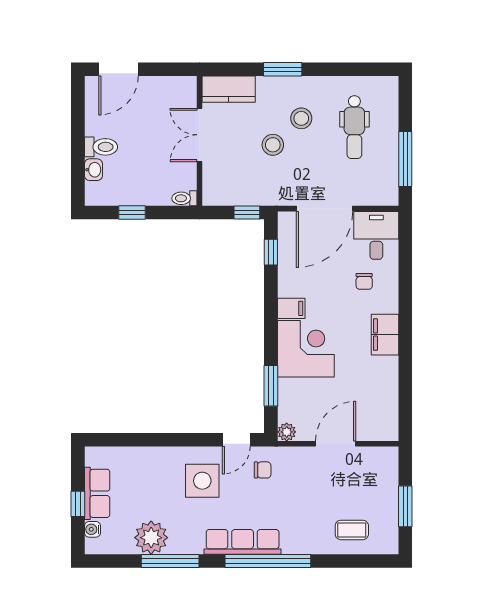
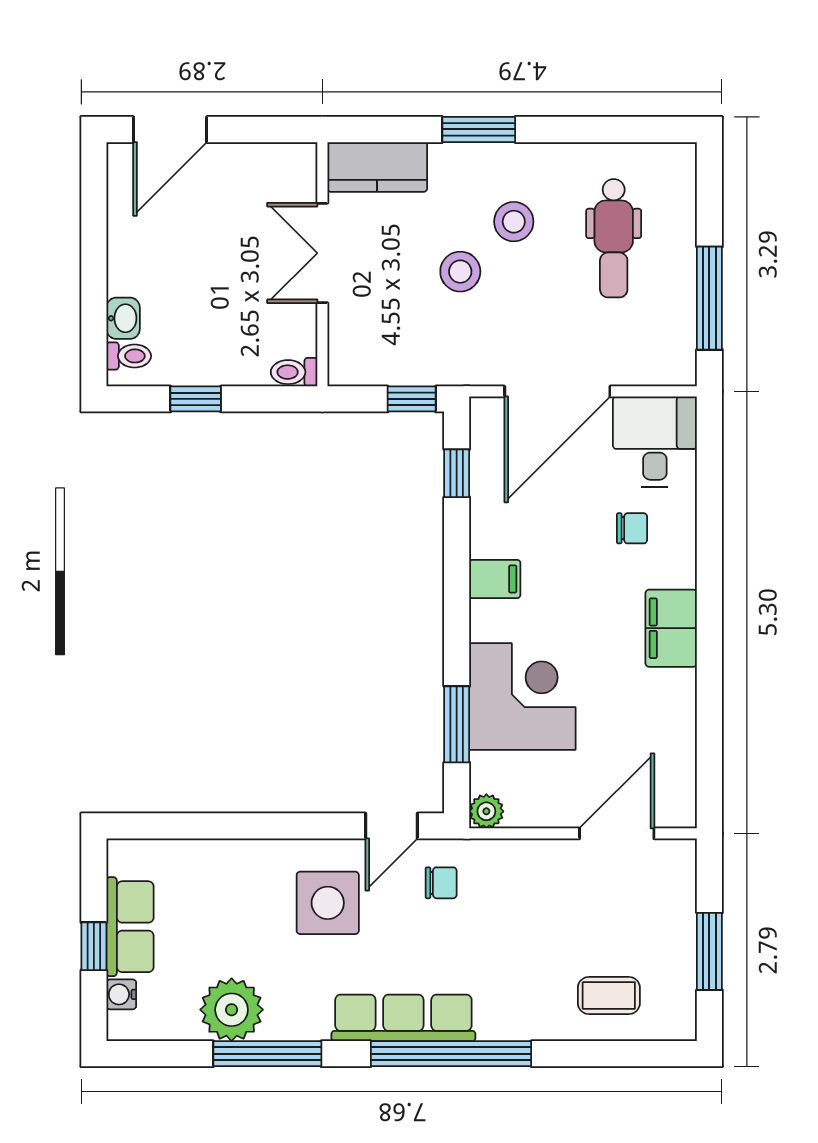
toilet: (101, 147) -> (129, 356), moved, width x0.73, depth x0.72
chair: (364, 281) -> (632, 528), turned -90
corner desk: (306, 349) -> (522, 696), moved
door: (336, 444) -> (617, 833), moved

